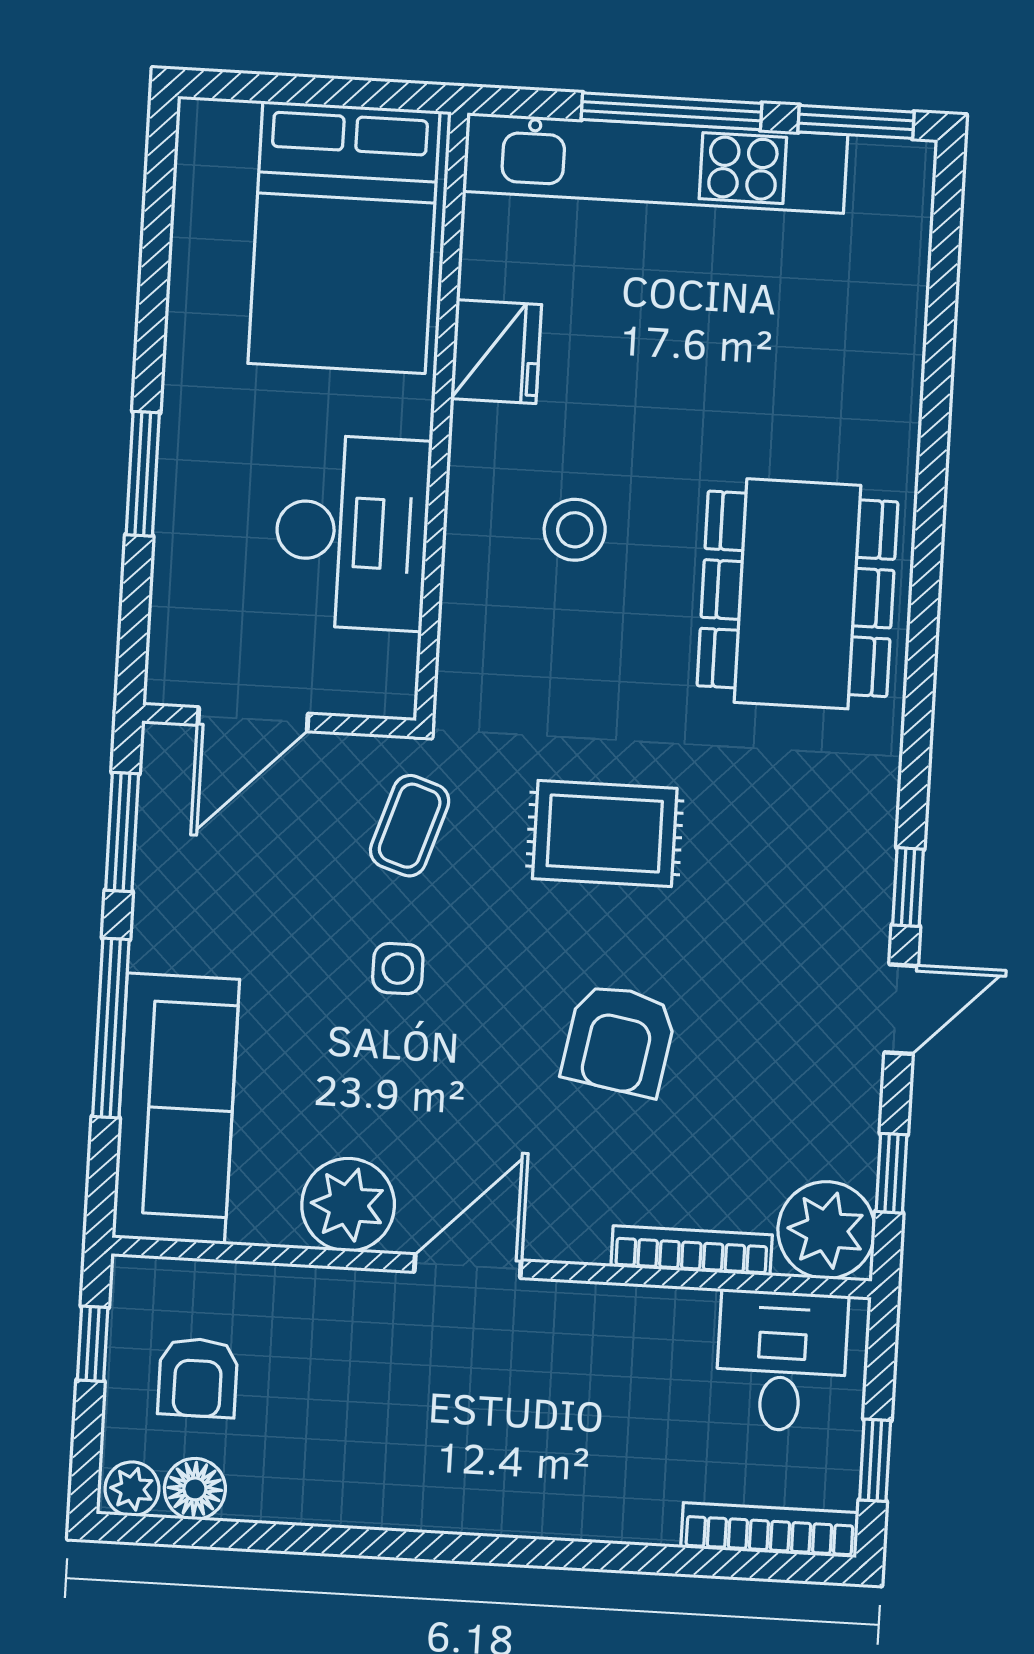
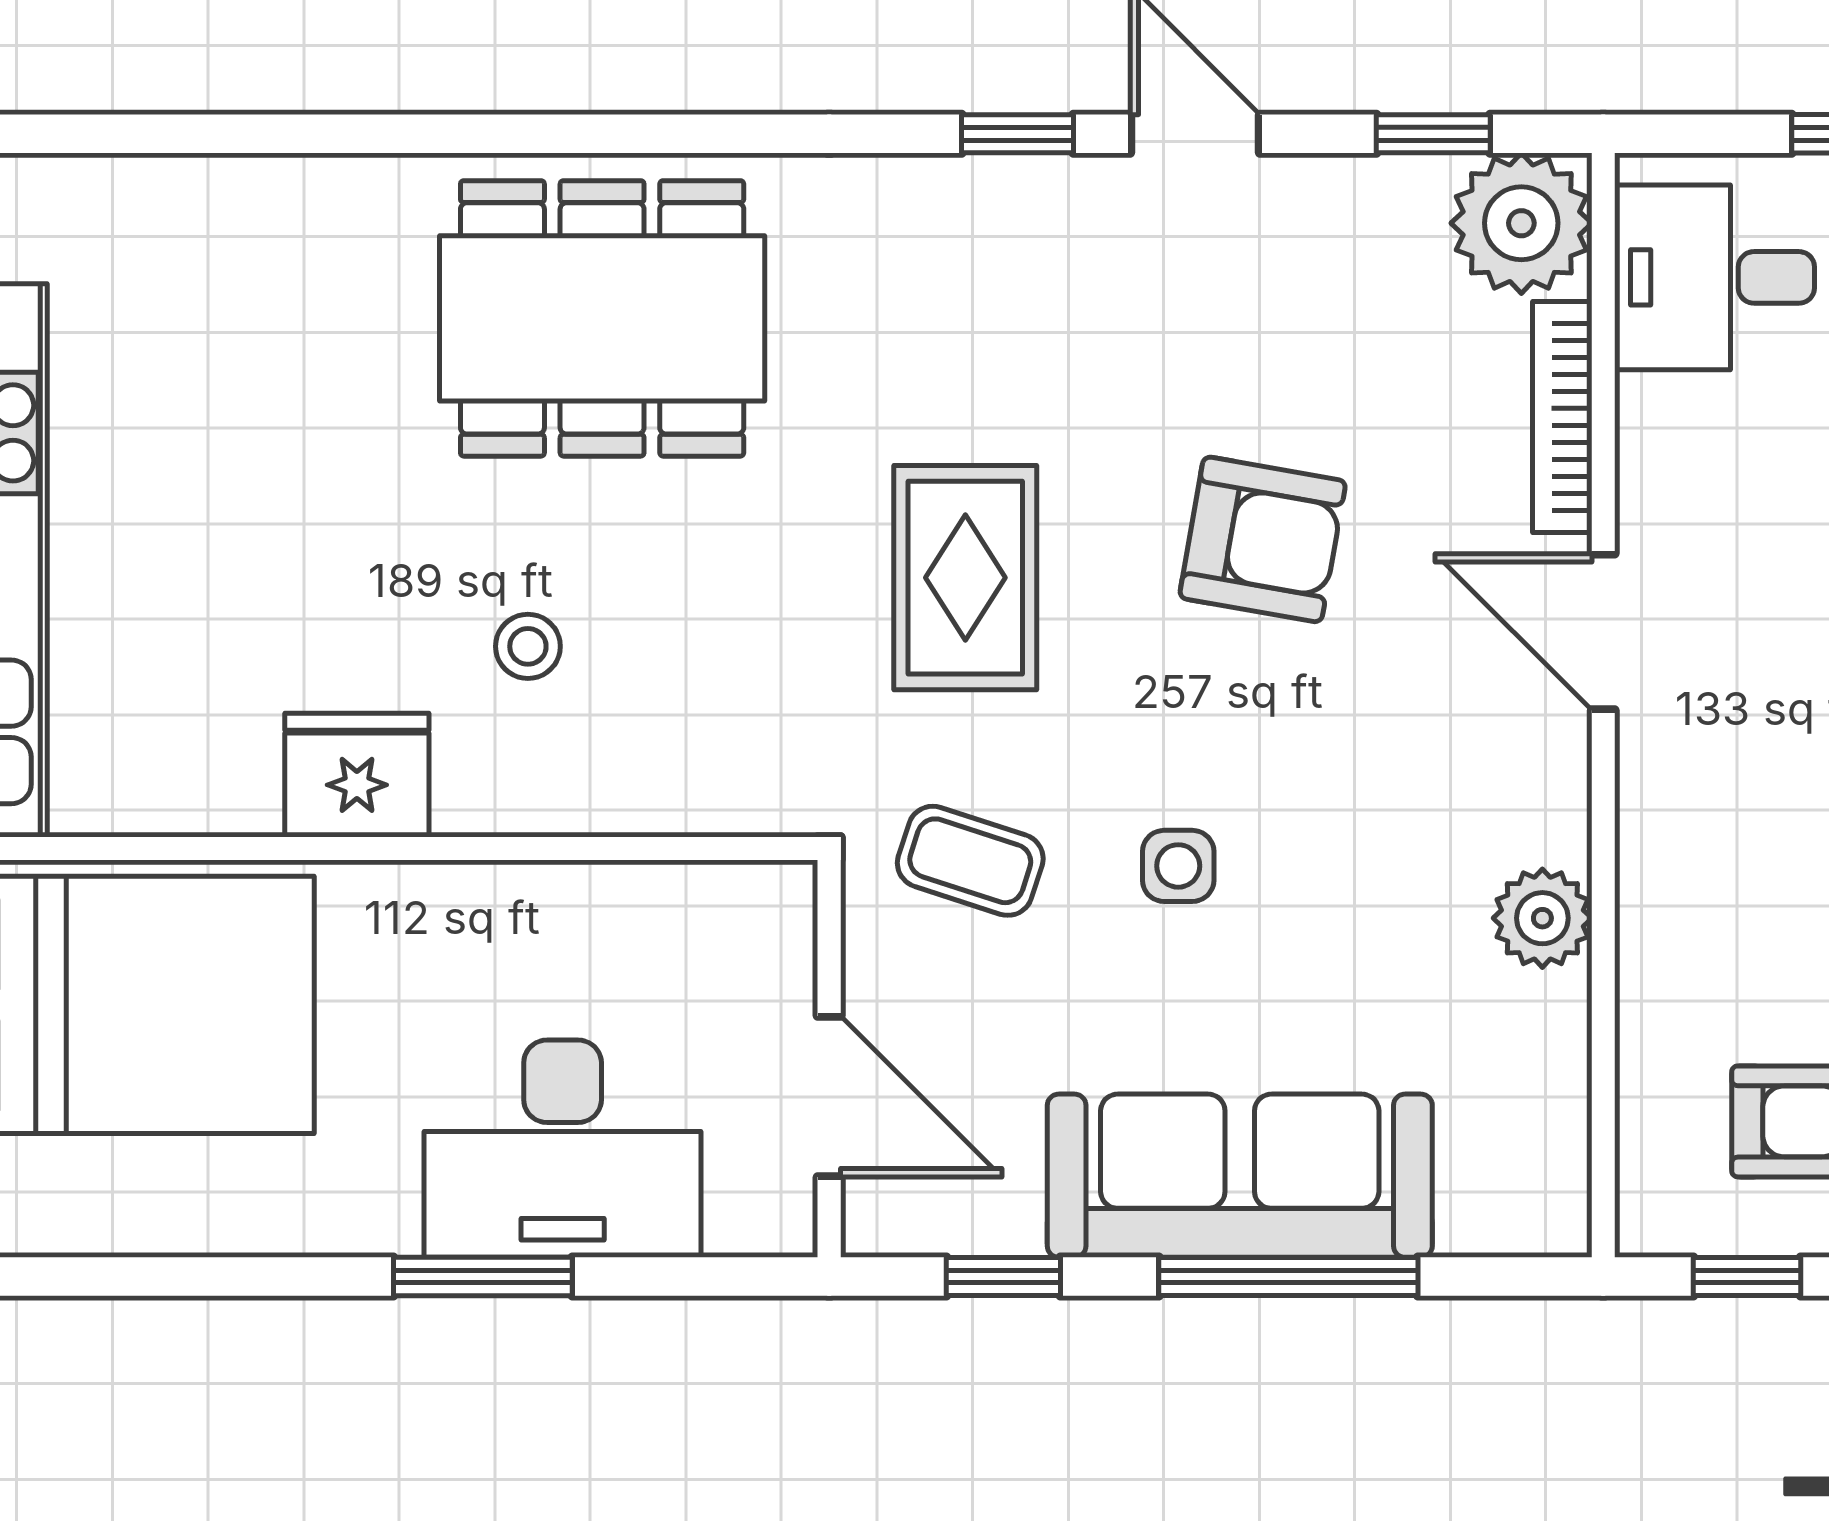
fridge: (496, 352) -> (357, 775), moved
stool: (575, 530) -> (528, 646), width x0.73, depth x0.73
desk: (352, 532) -> (563, 1149), moved, turned 180
window: (122, 832) -> (1003, 1277), width x0.67
sofa: (176, 1108) -> (1240, 1176), moved
plant: (348, 1205) -> (1542, 918), width x0.73, depth x0.73
door: (468, 1266) -> (1603, 632), moved

